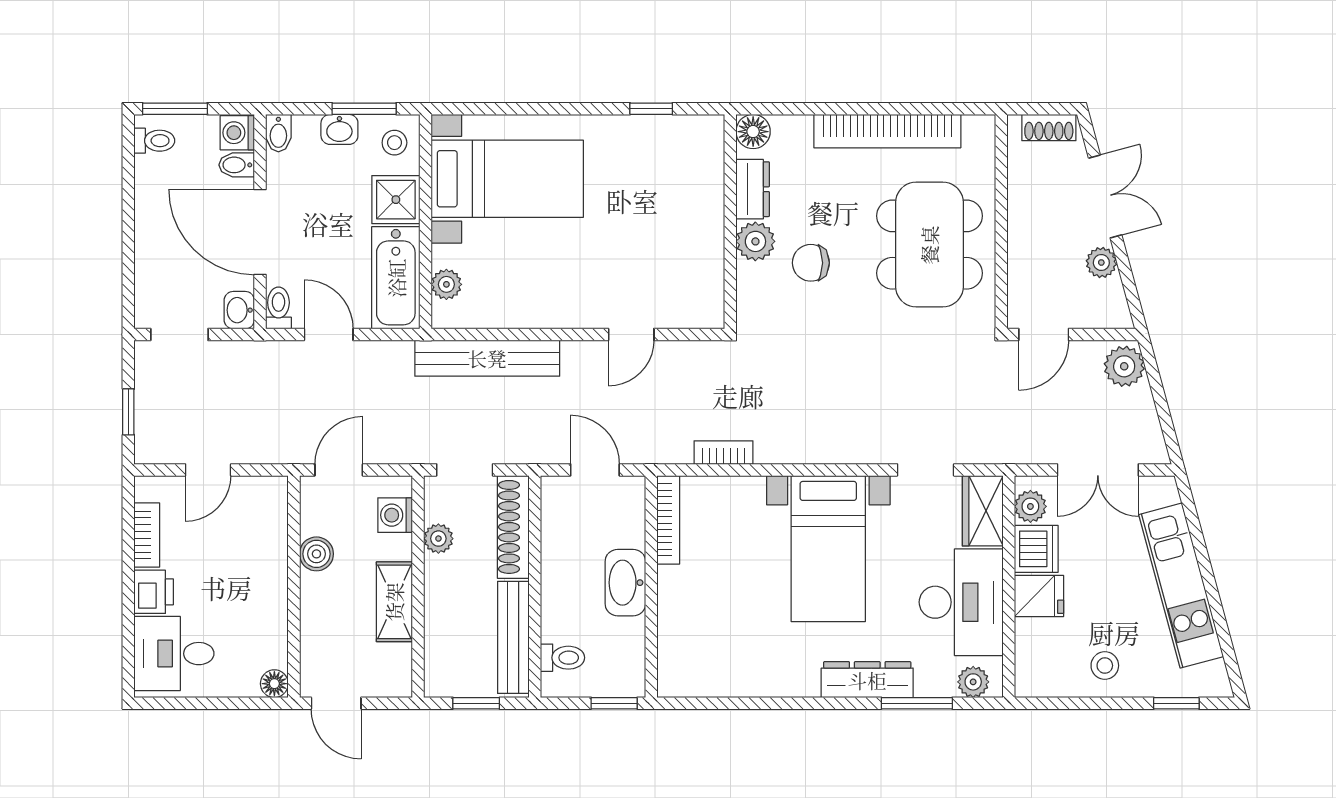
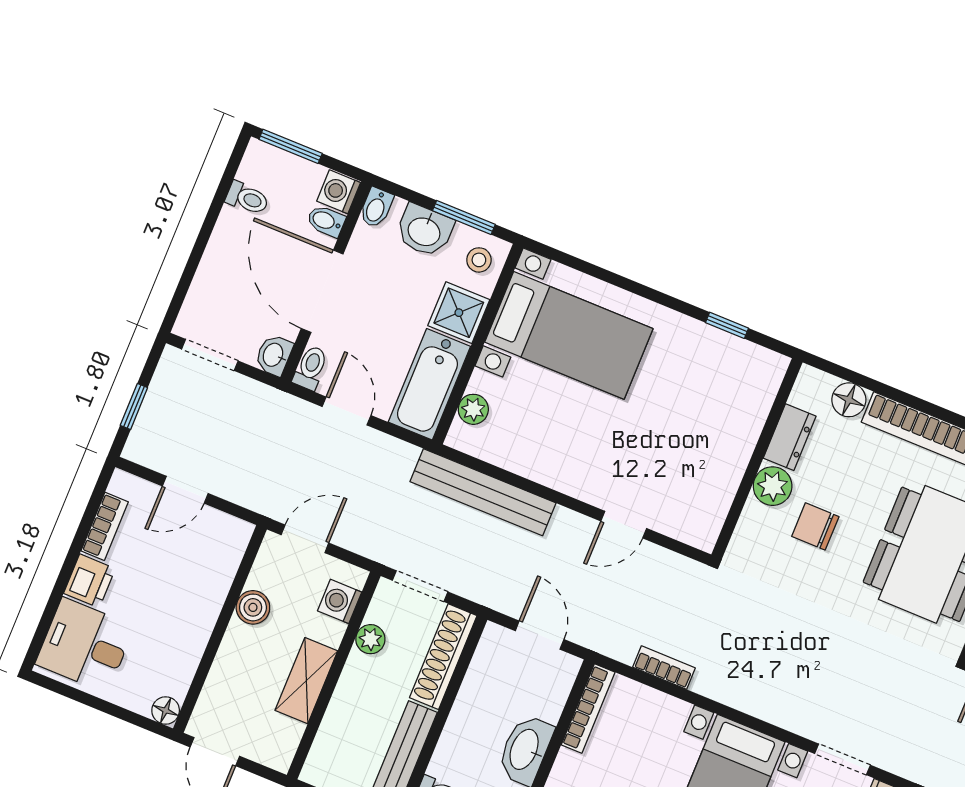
washbasin: (339, 129) -> (424, 231), width x1.38, depth x1.45
floor lamp: (753, 132) -> (849, 400), moved
toilet: (154, 141) -> (247, 198), moved

